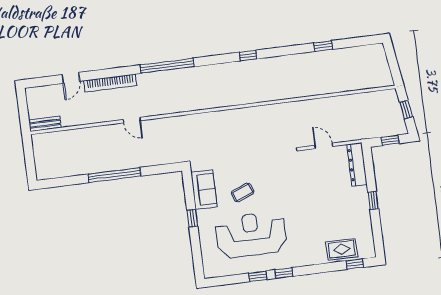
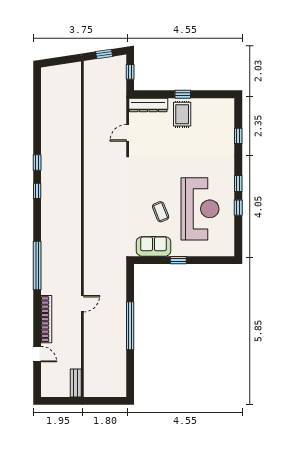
window: (323, 46) -> (37, 163), moved
reception desk: (251, 235) -> (200, 209), turned 180
rug: (342, 249) -> (182, 114), moved
window: (355, 264) -> (238, 136), moved

